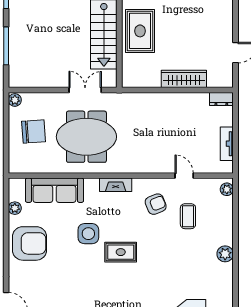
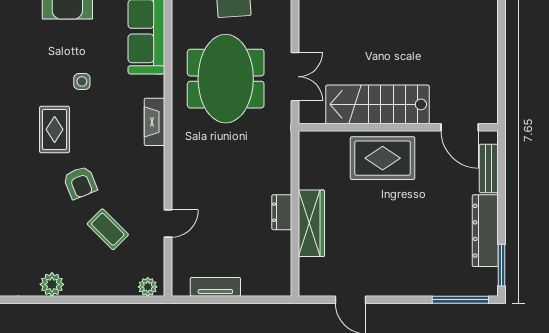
dresser: (221, 99) -> (282, 212), moved
armchair: (156, 204) -> (80, 183), moved
coffee table: (188, 216) -> (108, 229), turned 45
side table: (88, 234) -> (82, 81), width x0.54, depth x0.54

